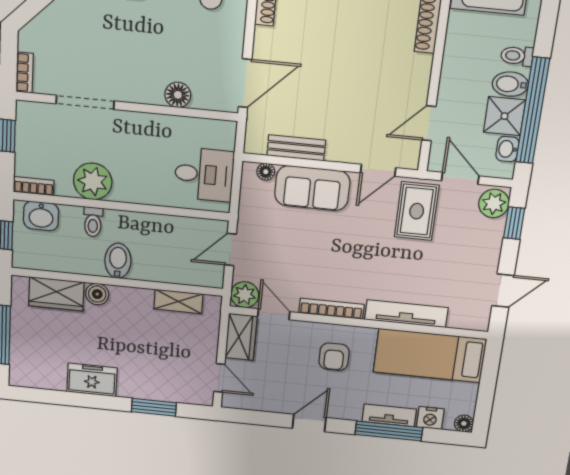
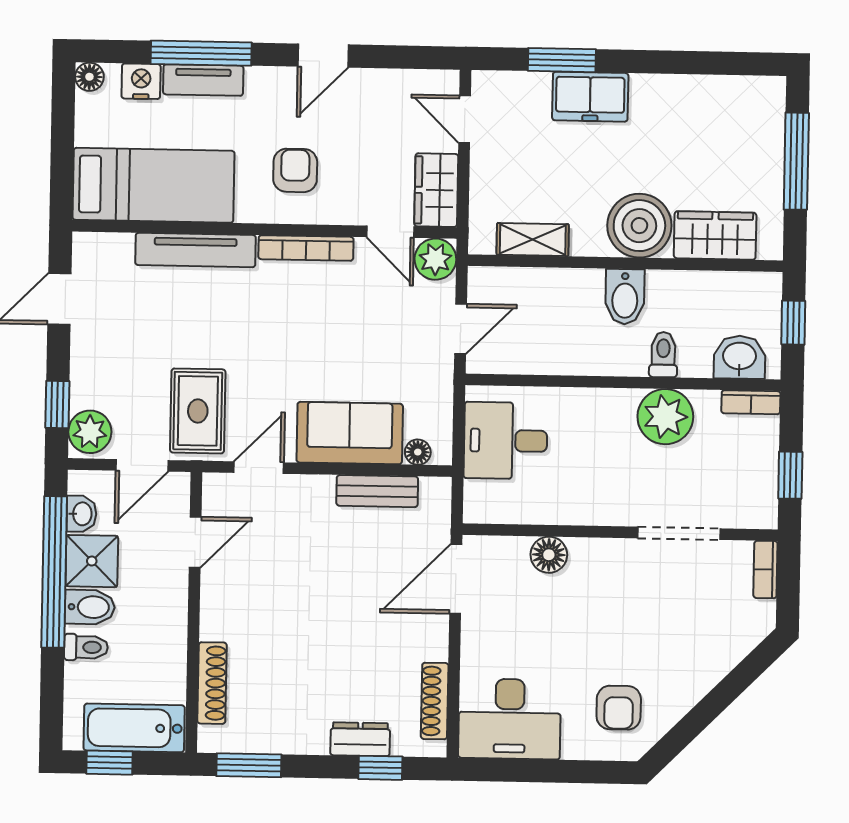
door: (460, 178) -> (142, 465), hinge flipped
boiler: (97, 294) -> (639, 226), width x1.86, depth x1.86
freezer: (92, 380) -> (590, 97), moved

